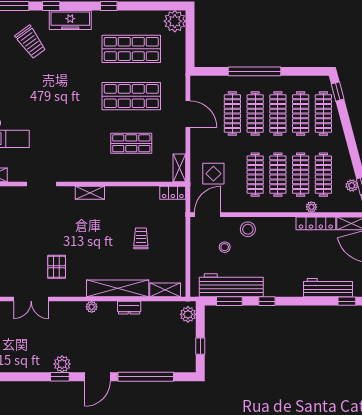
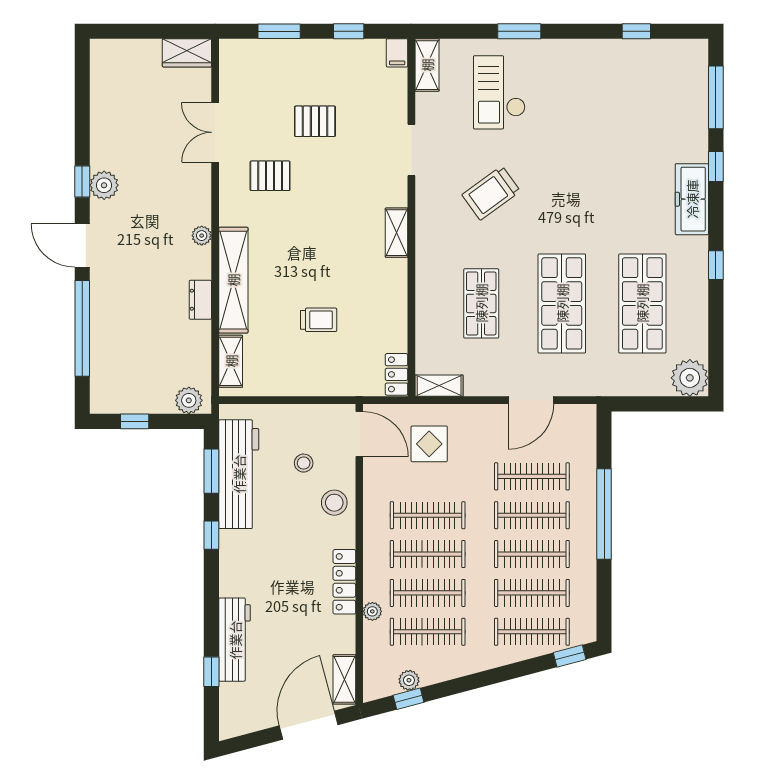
trolley: (31, 42) -> (491, 193), moved
locker: (316, 223) -> (344, 582), moved
pallet: (25, 241) -> (315, 121), added

